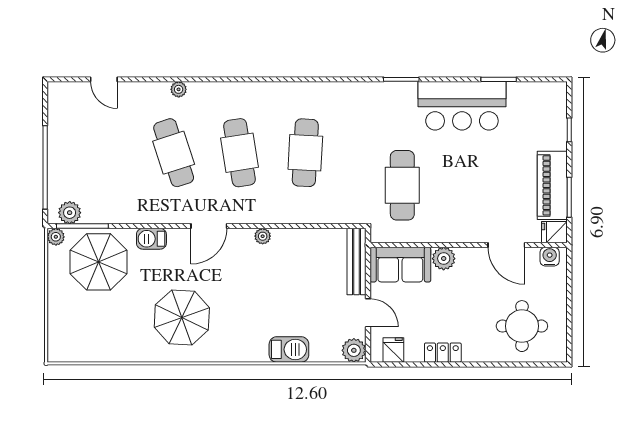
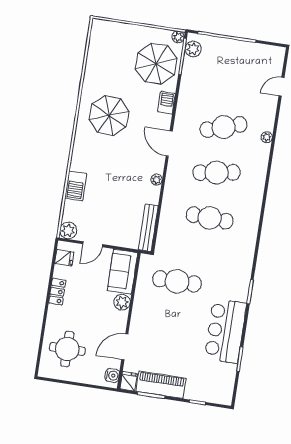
bench: (357, 261) -> (148, 228), moved, turned 90

